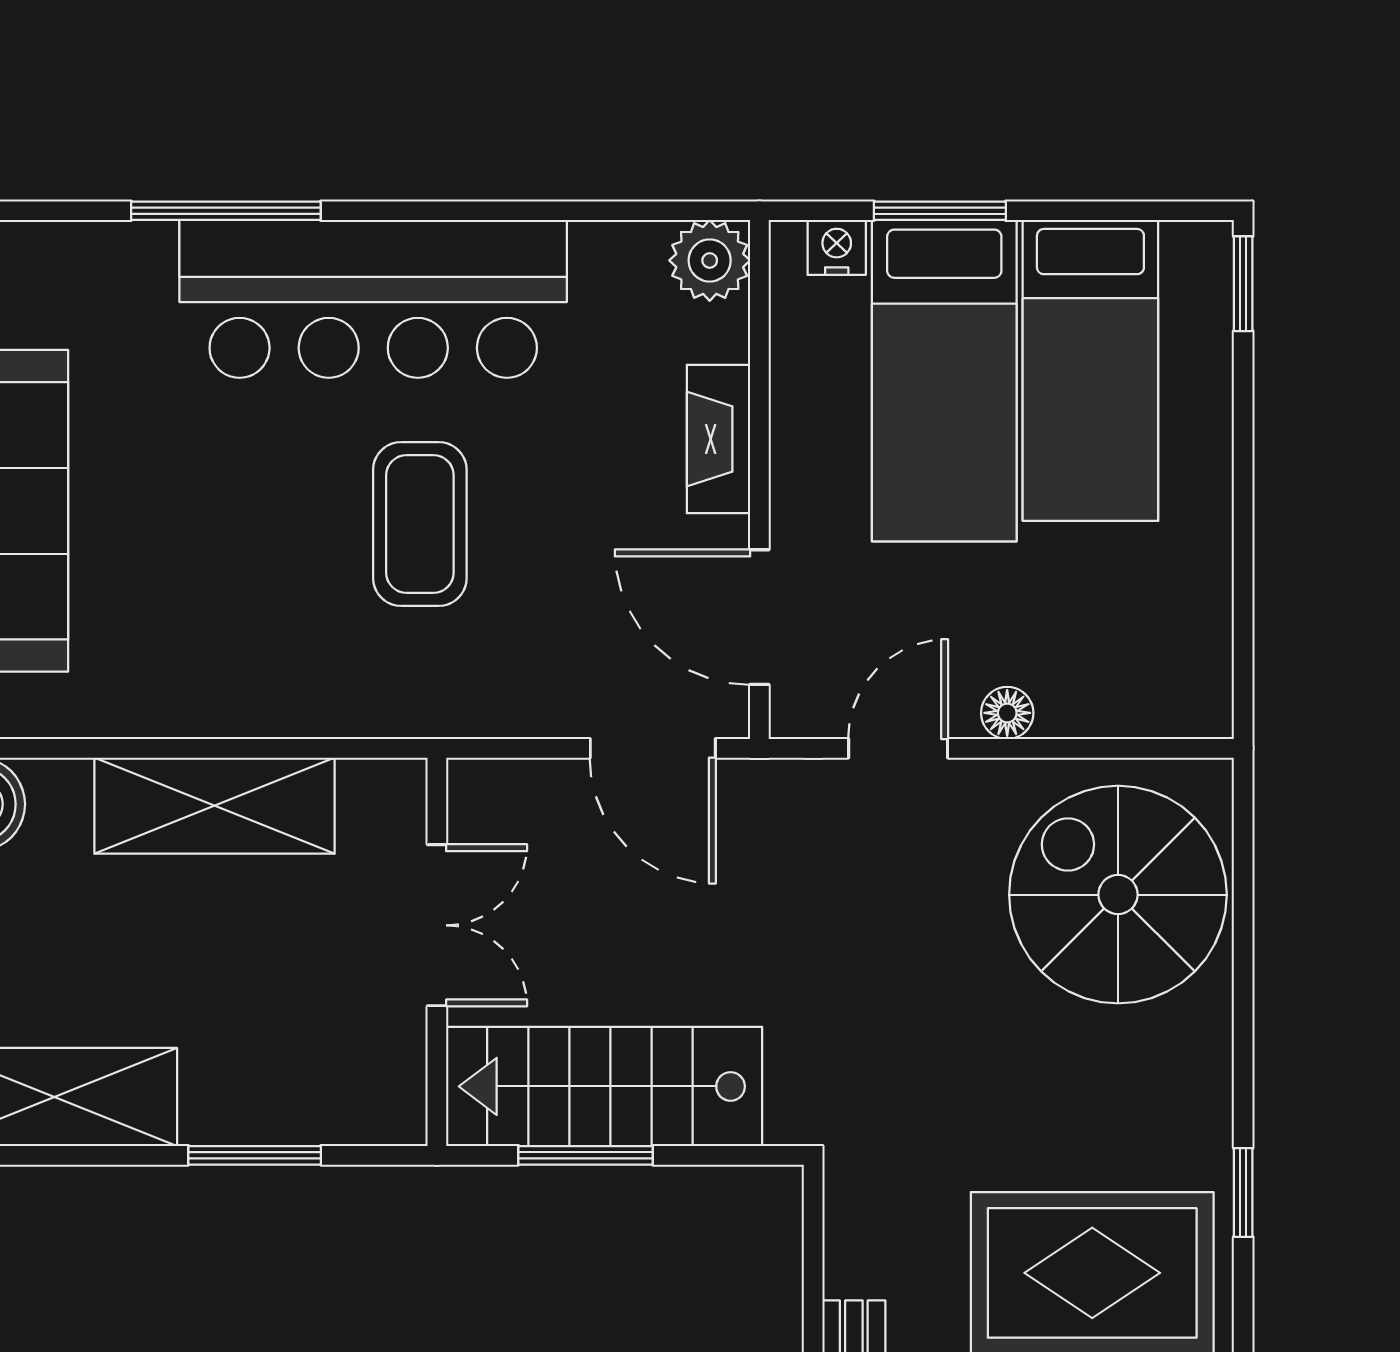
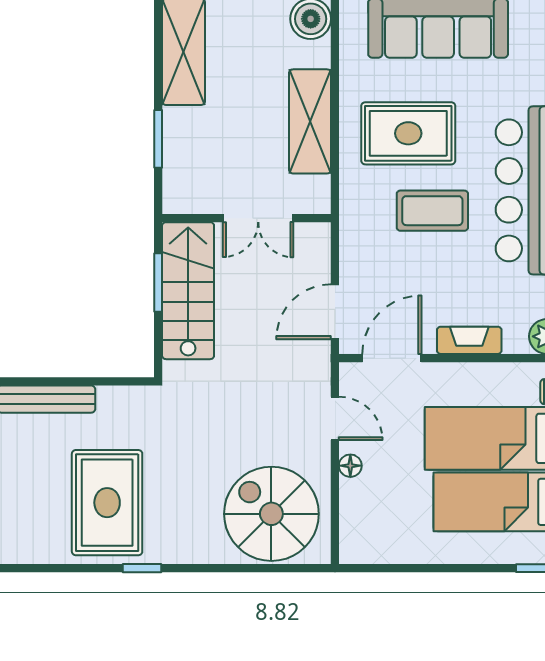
rug: (242, 579) -> (408, 133), added
spiral stairs: (1118, 895) -> (271, 514), turned -90

